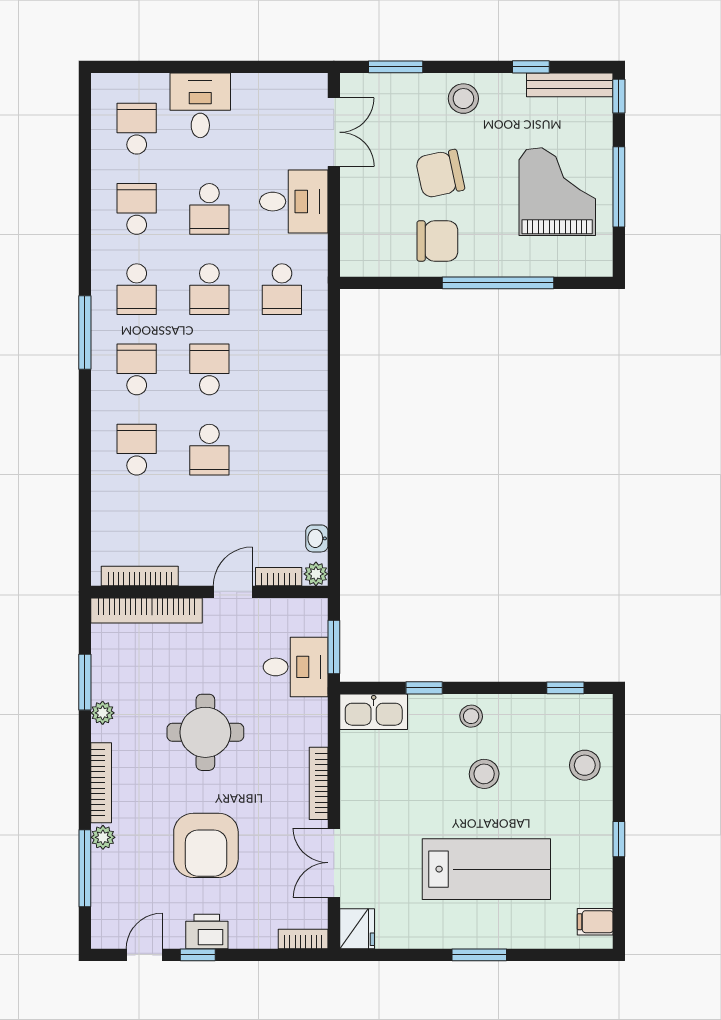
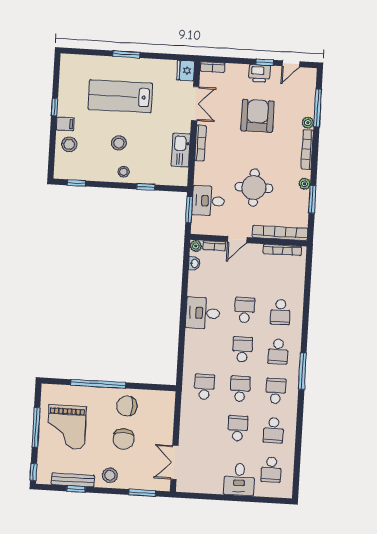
bench: (570, 85) -> (73, 480), moved
chair: (440, 174) -> (123, 439), turned 103
desk: (294, 202) -> (203, 313), moved
school desk: (209, 369) -> (242, 349), turned 180
kitchen sink: (374, 712) -> (181, 150), moved, turned -90
round table: (205, 732) -> (254, 188), moved
filing cabinet: (595, 922) -> (65, 124), moved

